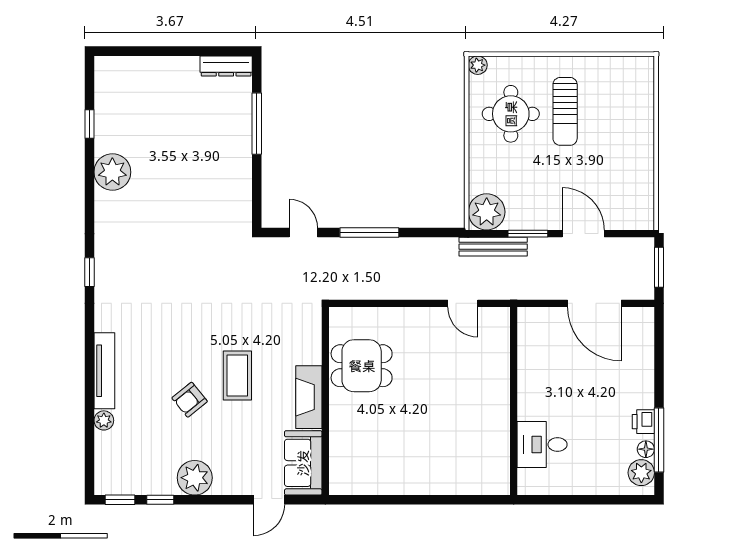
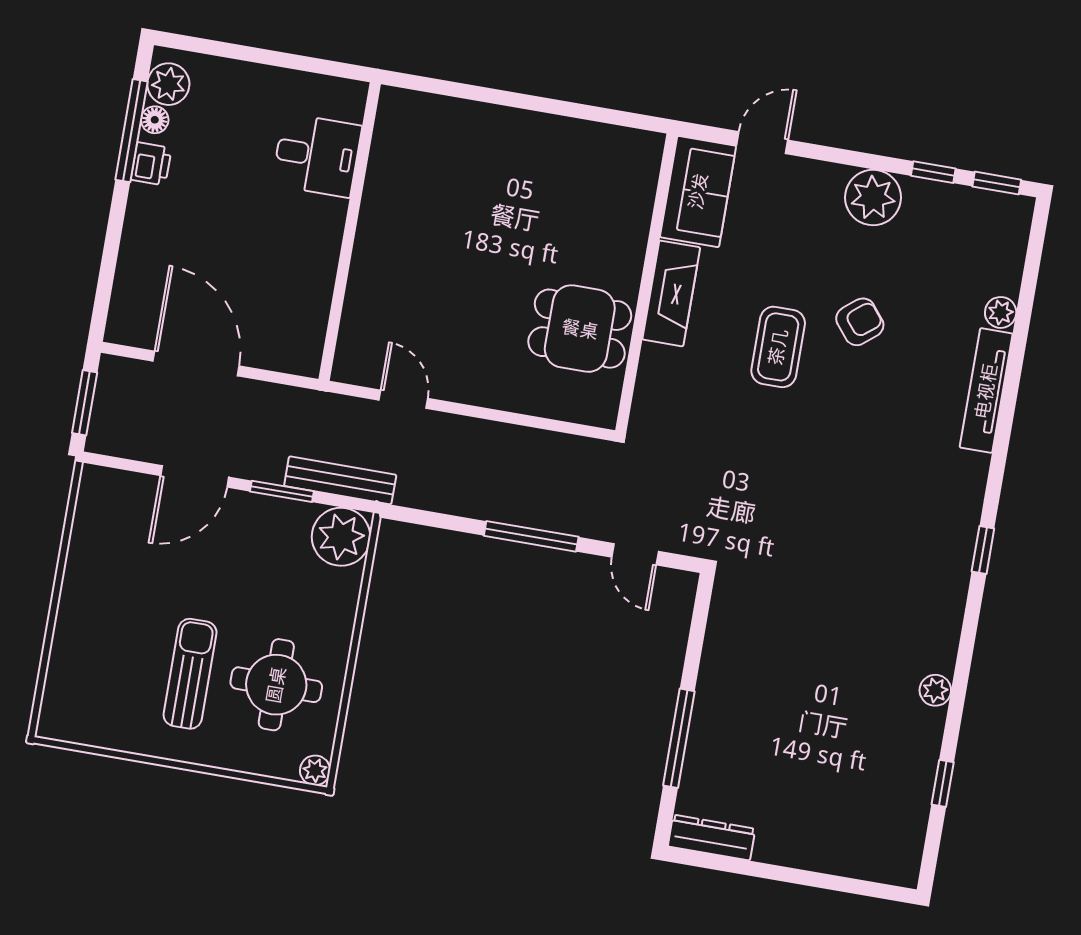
plant: (112, 172) -> (935, 690), width x0.53, depth x0.53
door: (583, 234) -> (195, 476), hinge flipped

